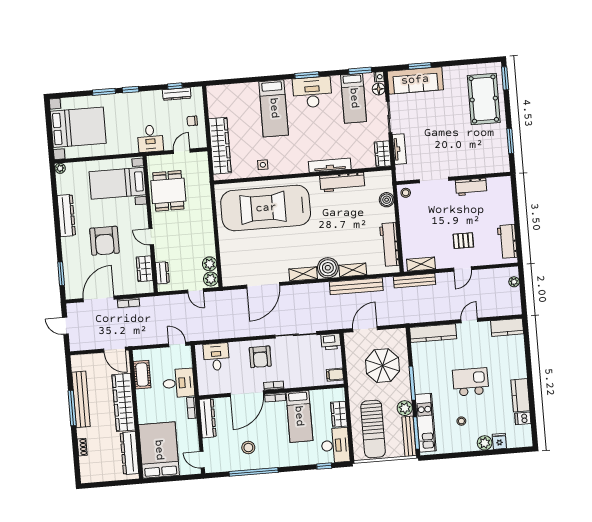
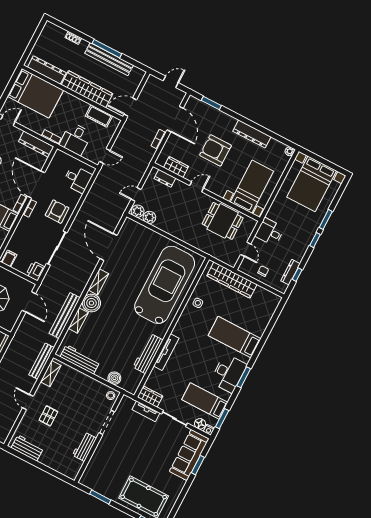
armchair: (260, 357) -> (57, 212), turned 90

